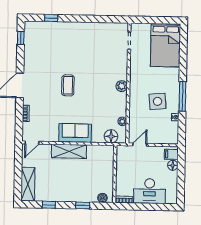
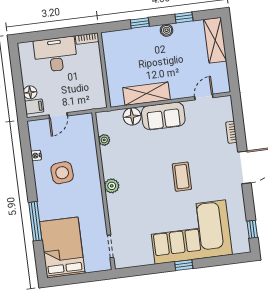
window: (51, 18) -> (184, 265), moved
corner sofa: (68, 43) -> (190, 232), added
window: (182, 96) -> (35, 221), moved
floor lamp: (111, 136) -> (132, 116), moved
door: (32, 143) -> (204, 97), moved
door: (140, 145) -> (58, 115), moved
shelving: (69, 151) -> (146, 94), moved
boiler: (103, 198) -> (167, 30), moved

